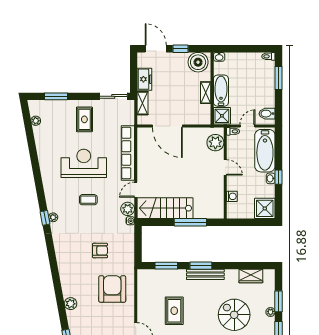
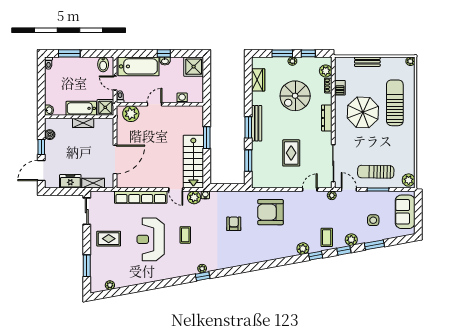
boiler: (198, 62) -> (50, 135), width x0.54, depth x0.54
window: (190, 222) -> (207, 138), width x0.69
plant: (71, 304) -> (303, 249), moved
rug: (174, 311) -> (291, 153), turned 90

